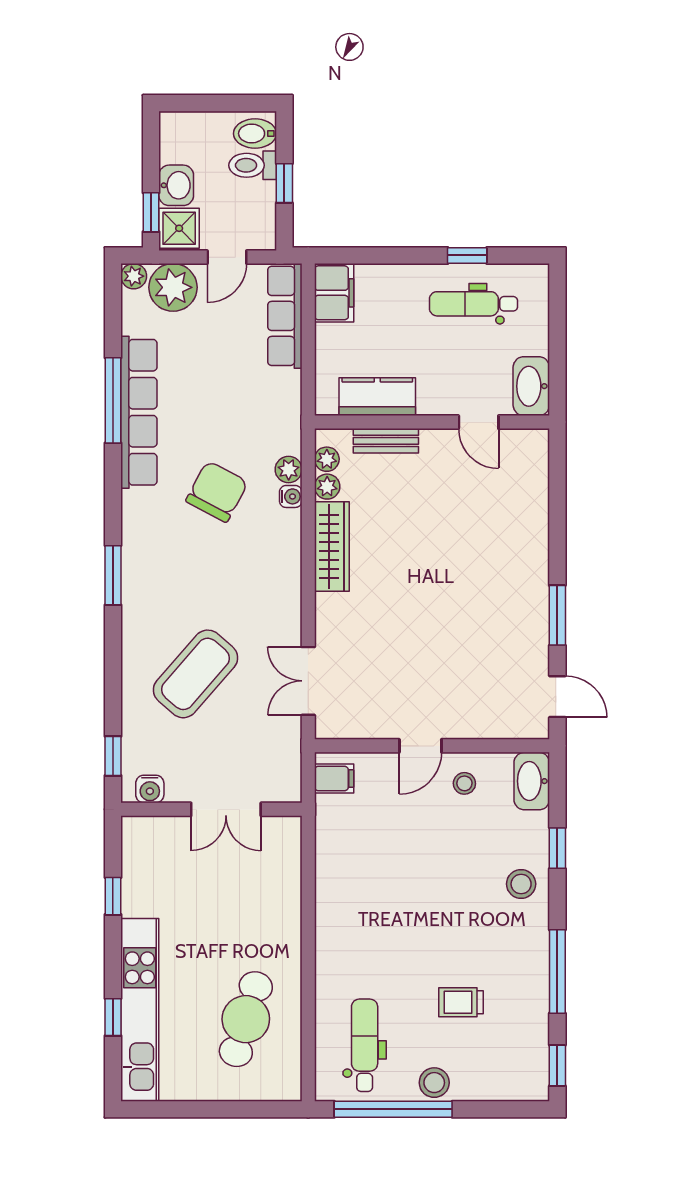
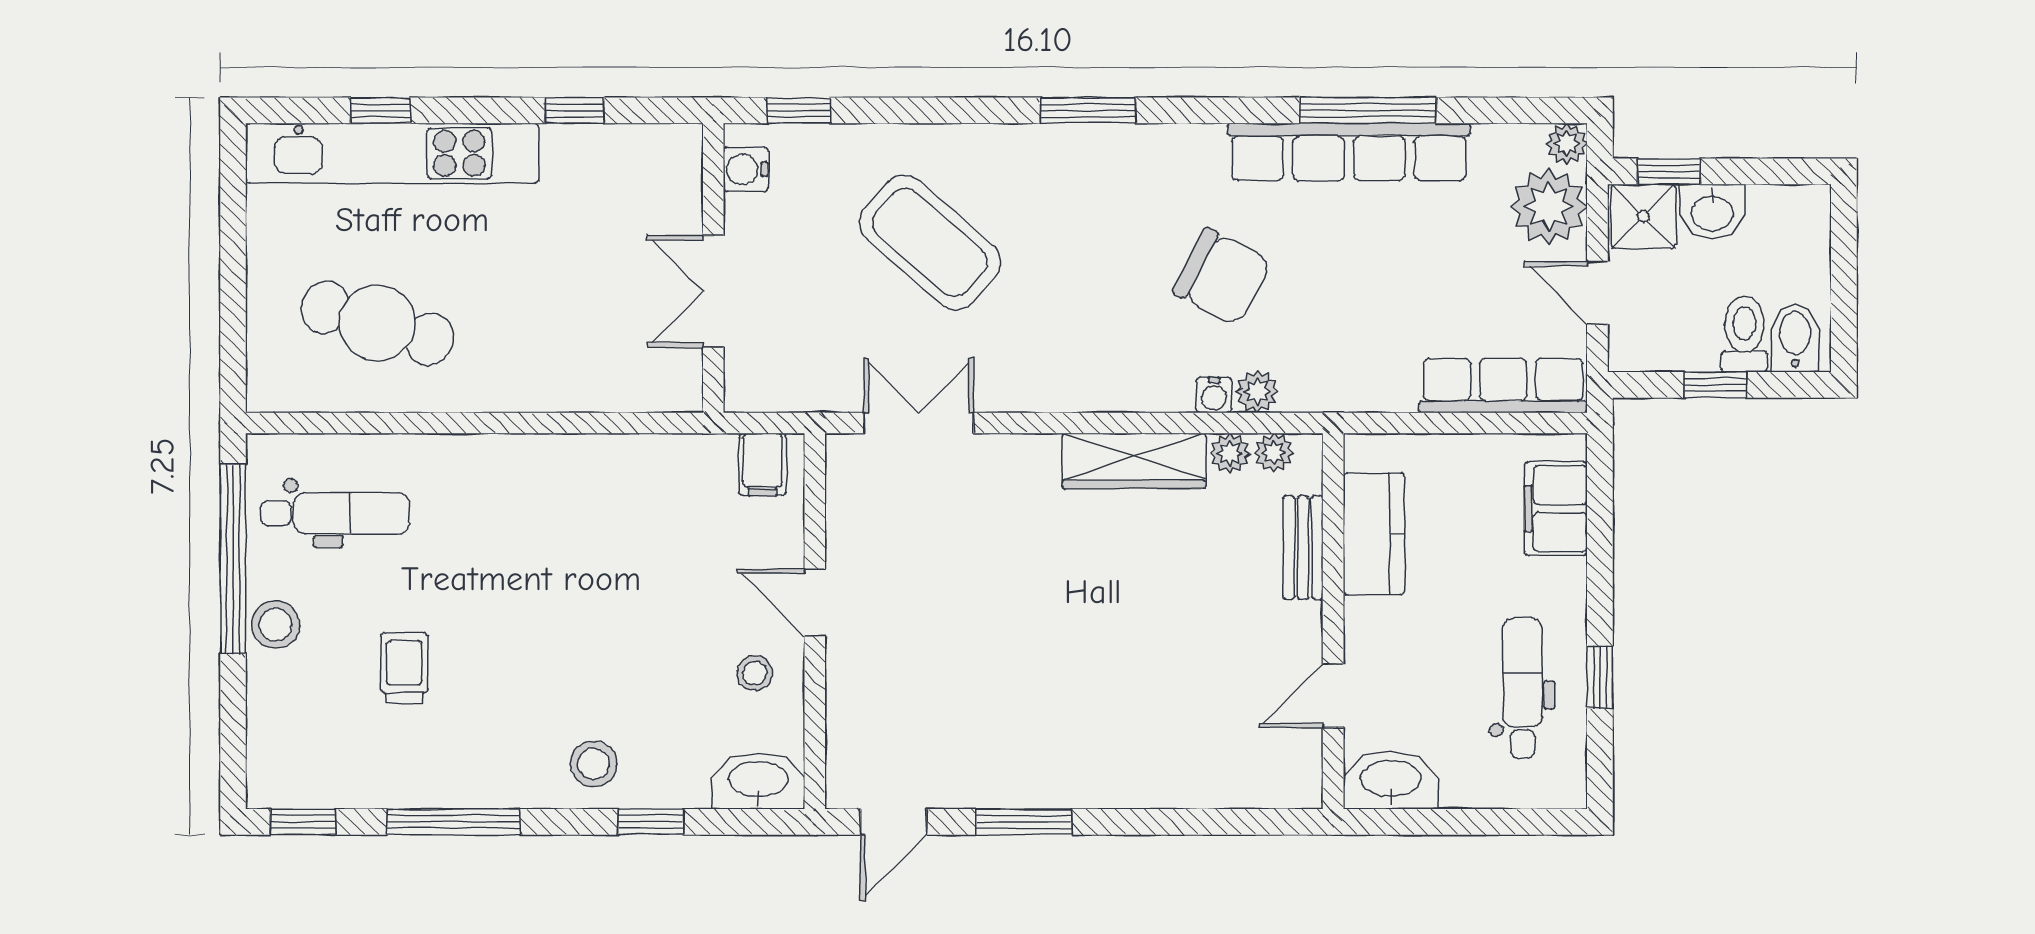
filing cabinet: (334, 293) -> (1556, 509), moved, turned 90

